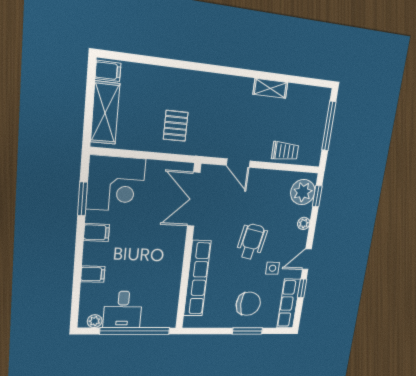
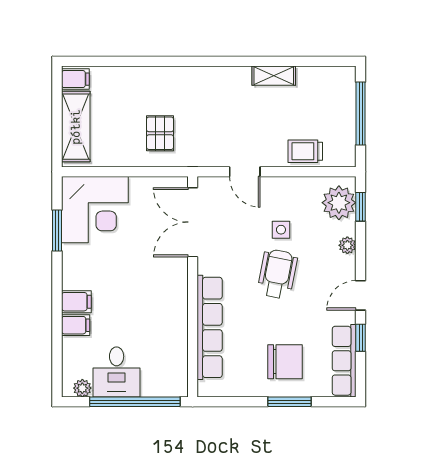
trolley: (285, 151) -> (305, 151), turned 180
filing cabinet: (97, 232) -> (76, 302), moved
side table: (273, 268) -> (281, 230), moved

